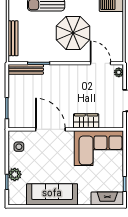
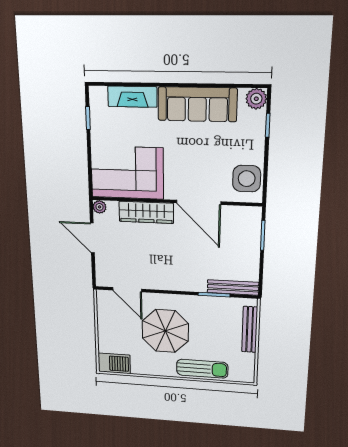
plant: (119, 72) -> (100, 207), moved
wardrobe: (86, 121) -> (146, 212), width x1.50
side table: (19, 147) -> (247, 179), width x1.87, depth x1.87
plant: (15, 174) -> (256, 99), moved
fireplace: (107, 198) -> (132, 97), moved

